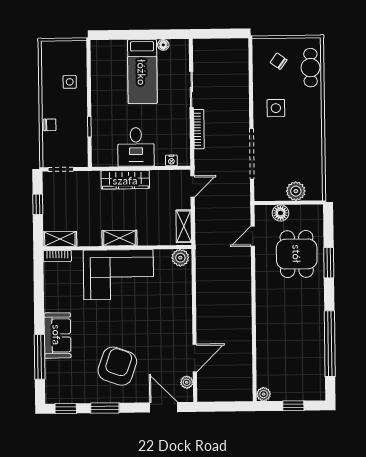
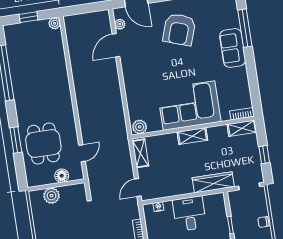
wardrobe: (125, 180) -> (213, 182), moved

